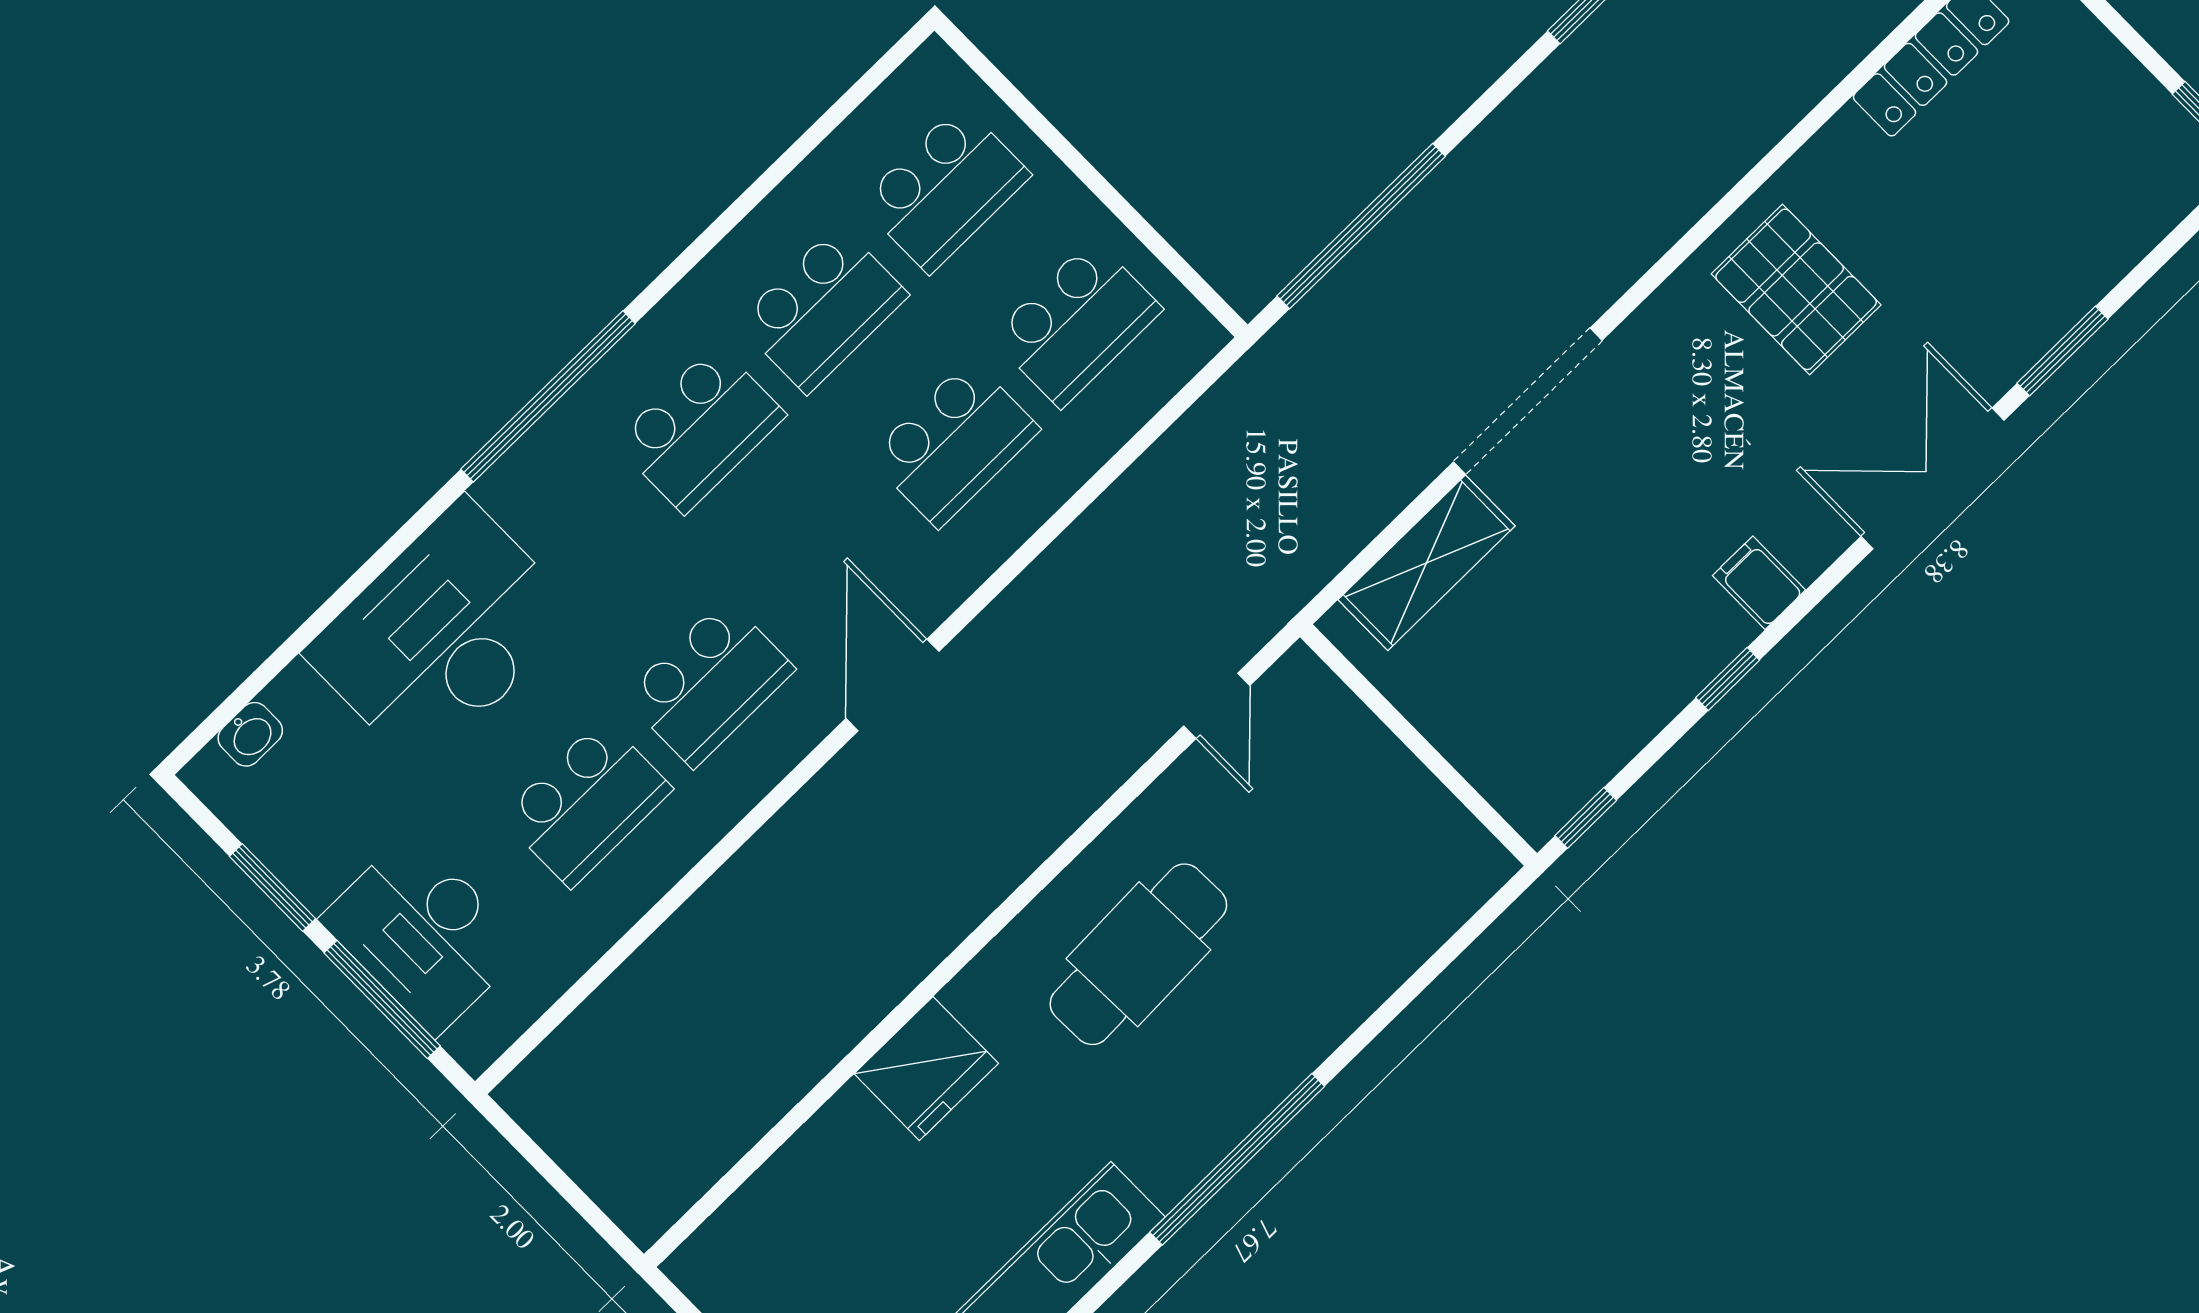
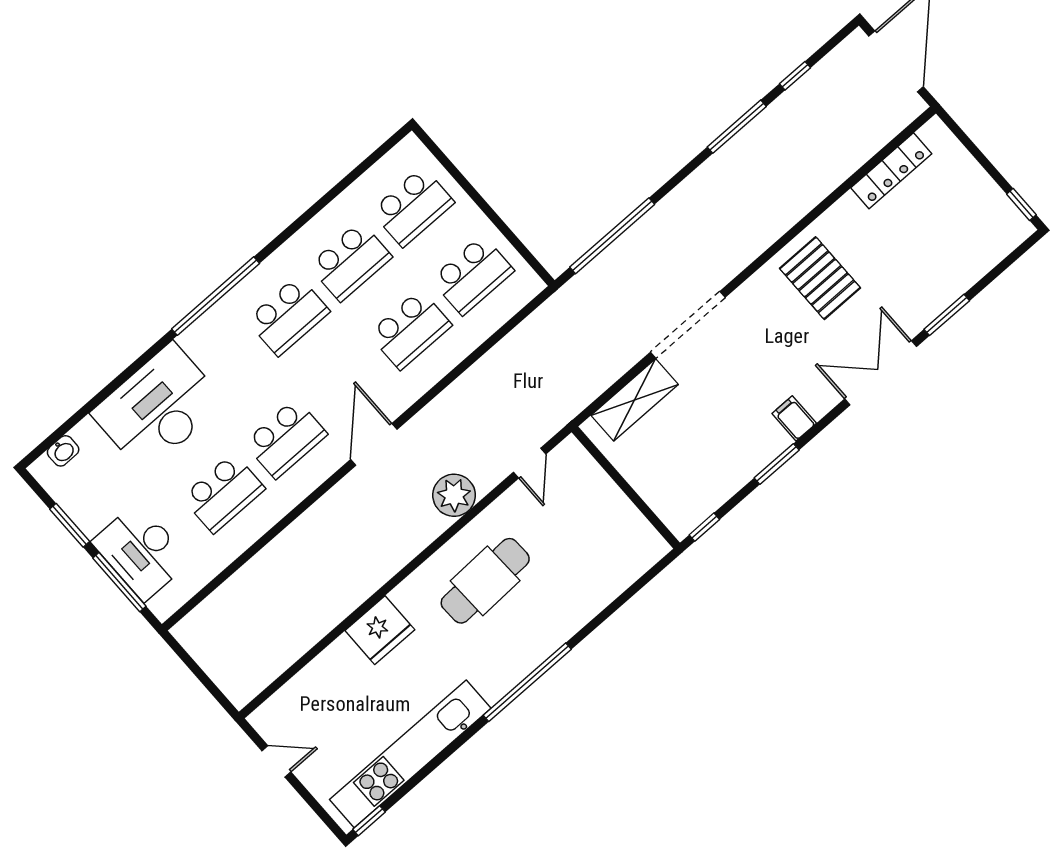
window: (1728, 679) -> (777, 464), width x1.50
plant: (1064, 781) -> (454, 495), added

